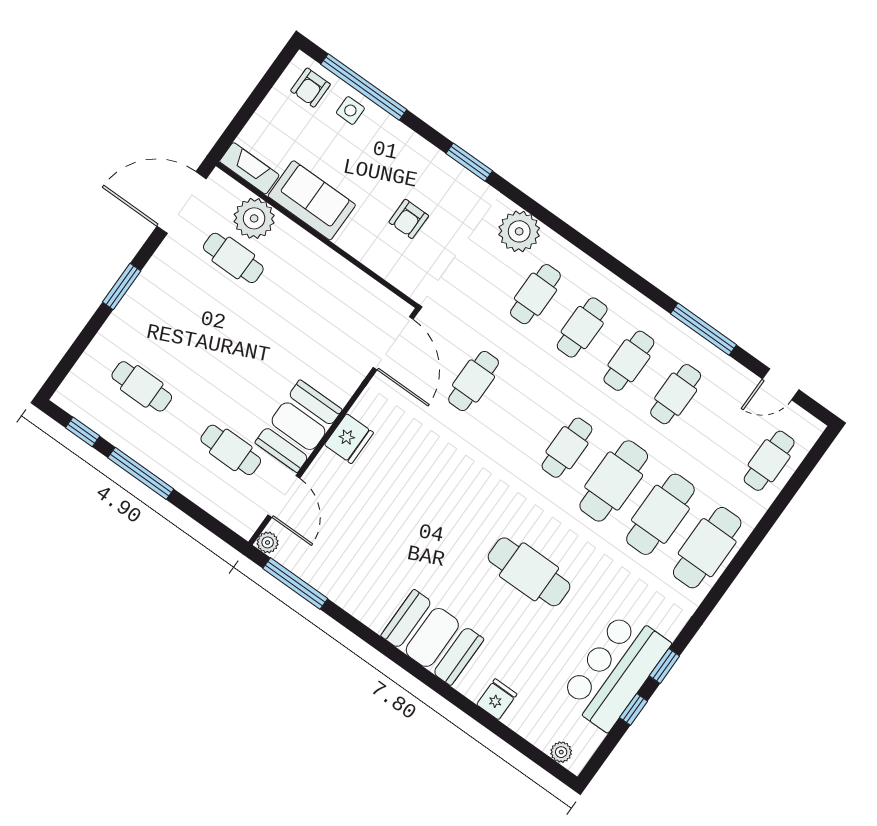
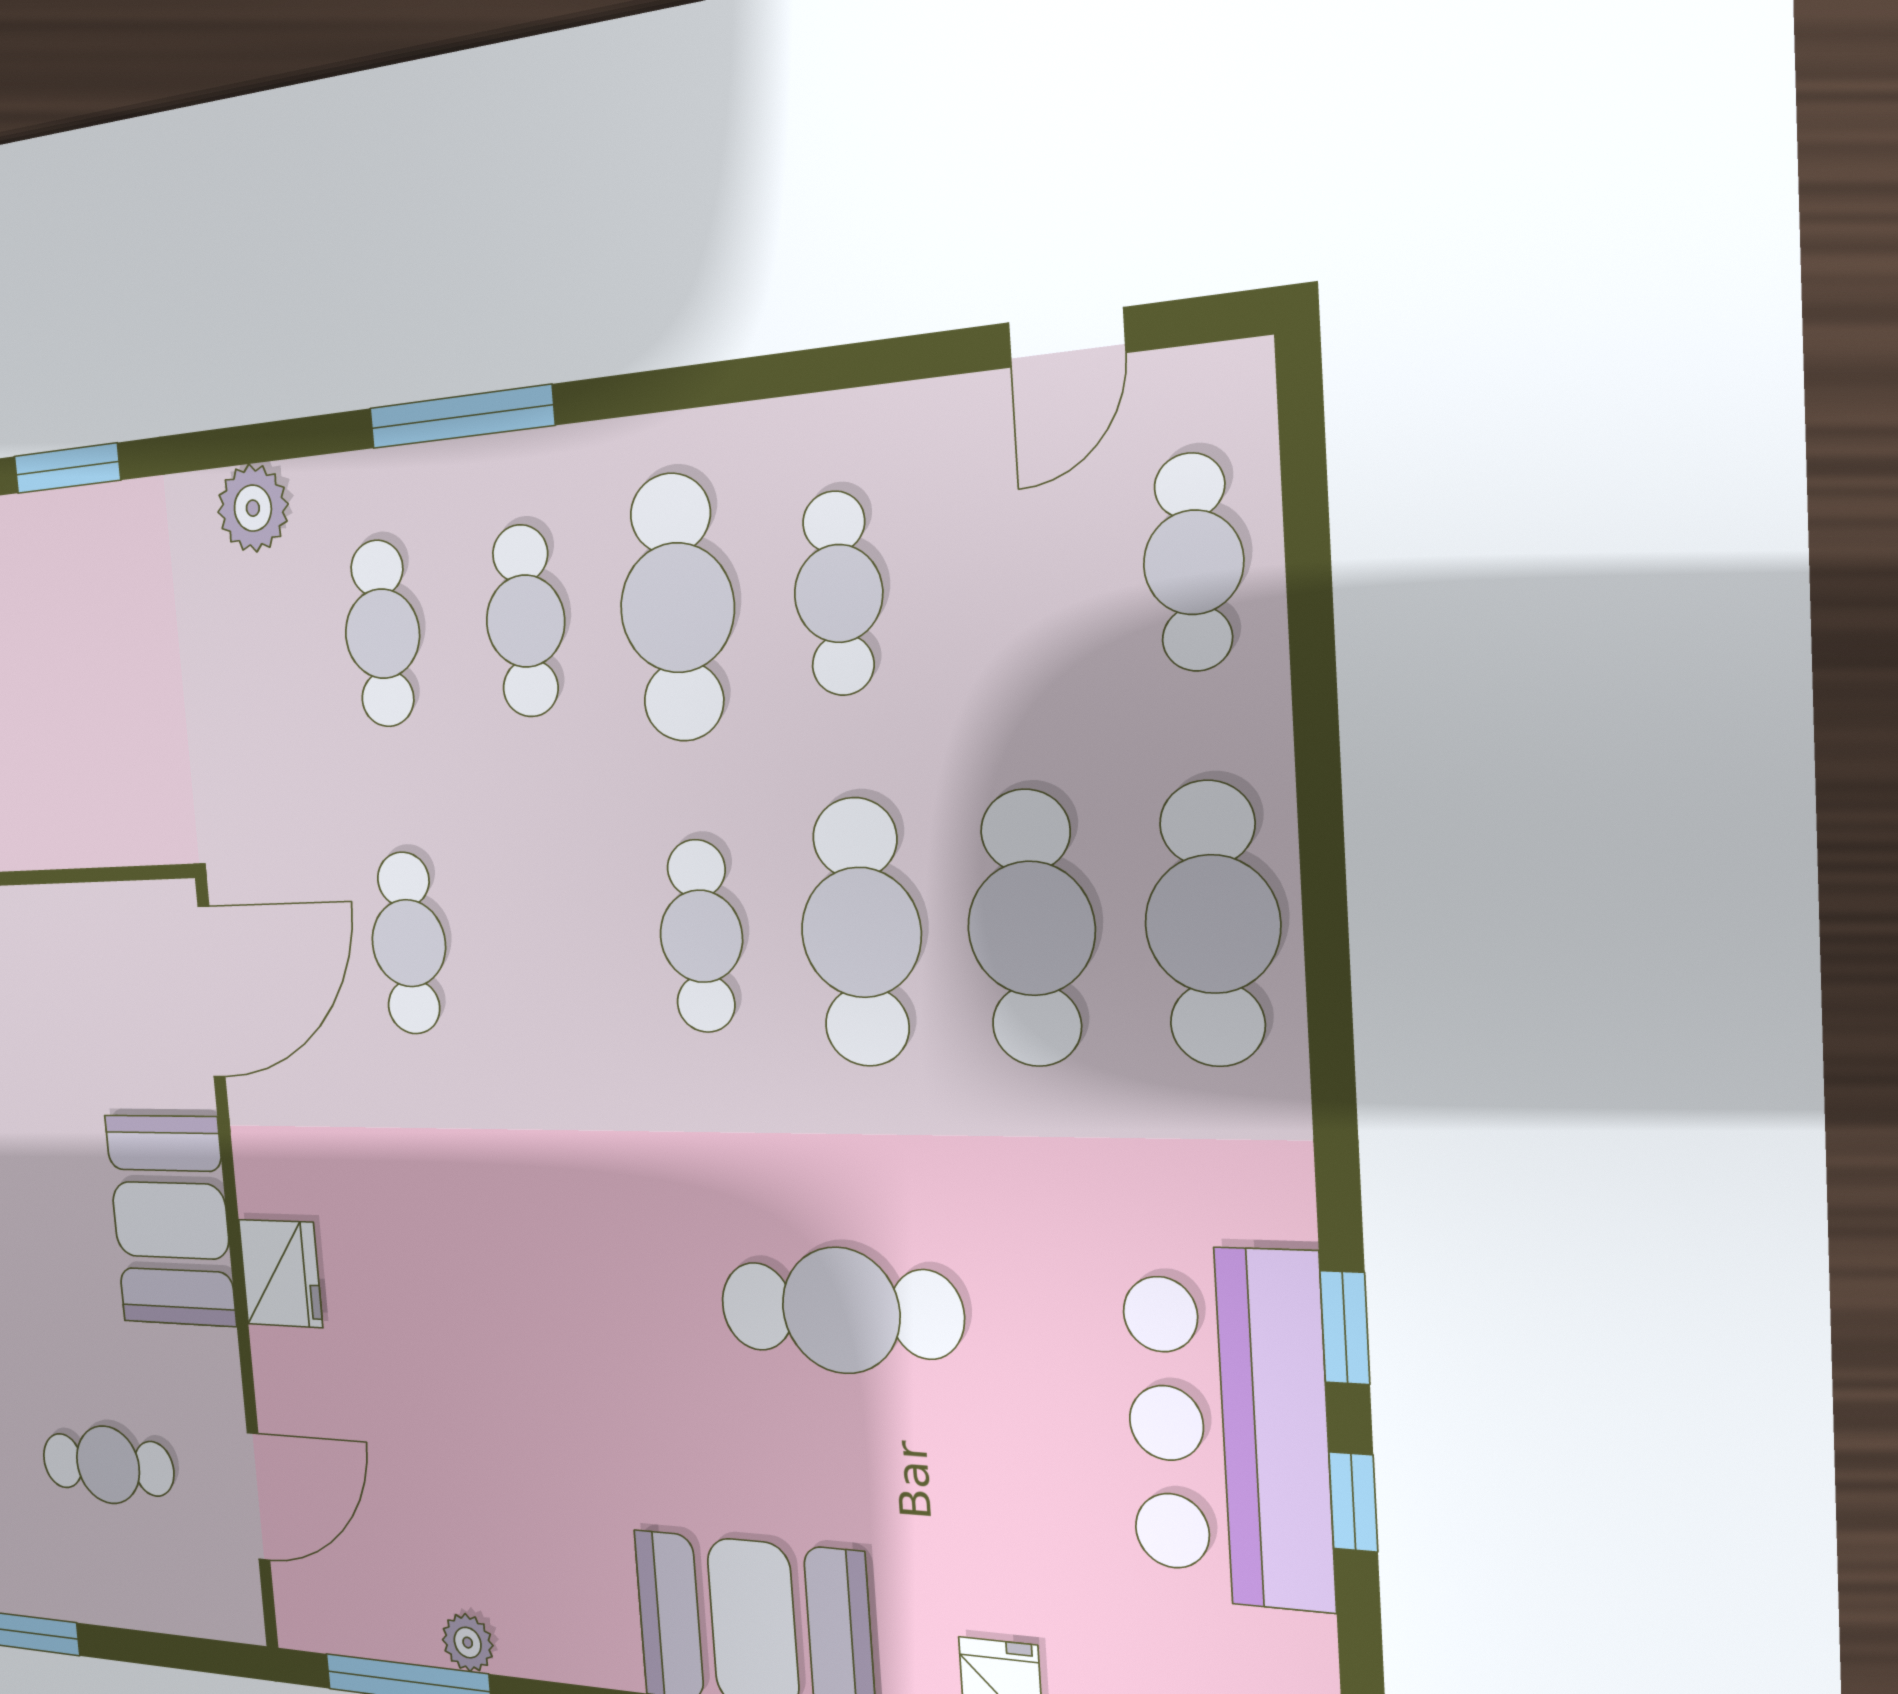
armchair: (409, 219) -> (54, 697), removed
plant: (519, 231) -> (253, 508), width x0.73, depth x0.73
window: (703, 329) -> (461, 417), moved
door: (393, 343) -> (212, 992), hinge flipped
cafe table: (629, 361) -> (677, 608), width x1.37, depth x1.35
booth: (298, 426) -> (170, 1220), moved
door: (284, 497) -> (259, 1497), hinge flipped
plant: (268, 542) -> (468, 1643), moved

